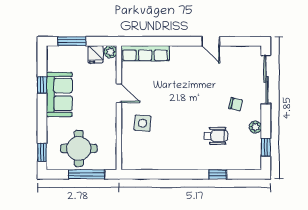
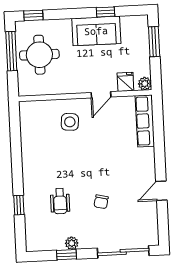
fridge: (96, 54) -> (125, 82), moved, turned 90
chair: (236, 104) -> (101, 202), moved
window: (266, 147) -> (67, 255), moved
window: (86, 174) -> (11, 51), moved

